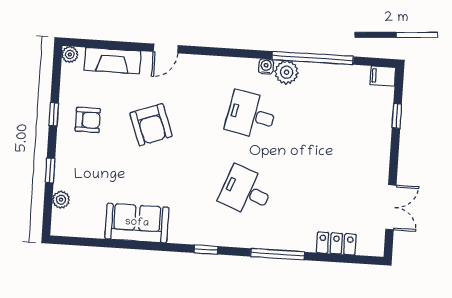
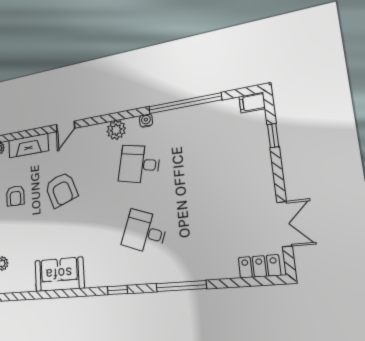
plant: (287, 72) -> (116, 130), moved
armchair: (88, 120) -> (15, 196), turned 90
locker: (336, 243) -> (259, 266), moved

